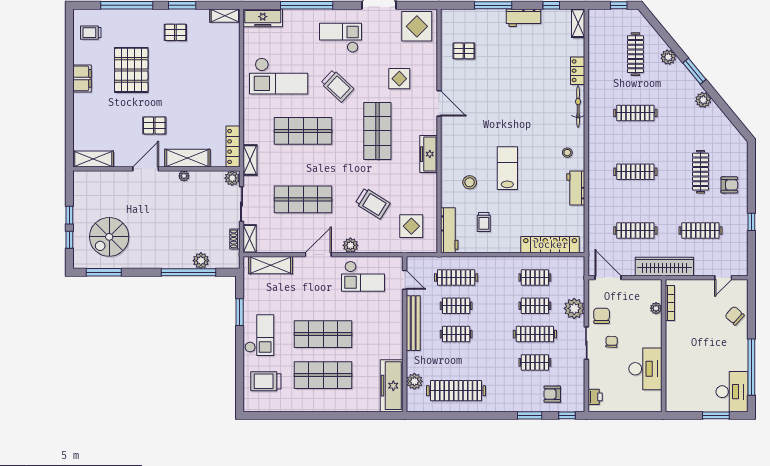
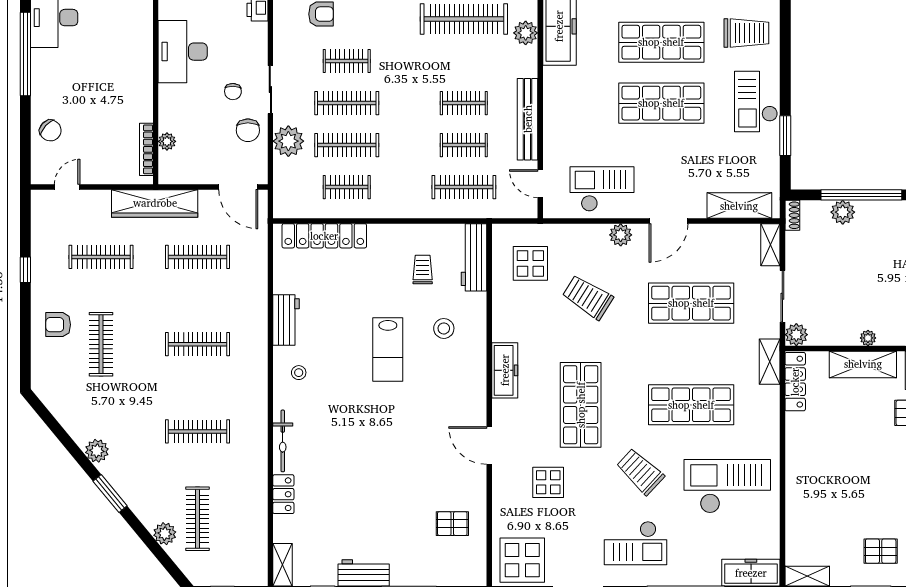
plant: (668, 57) -> (165, 534), moved
shoe rack: (235, 239) -> (792, 215), moved
clothes rail: (535, 306) -> (347, 145), width x1.36

